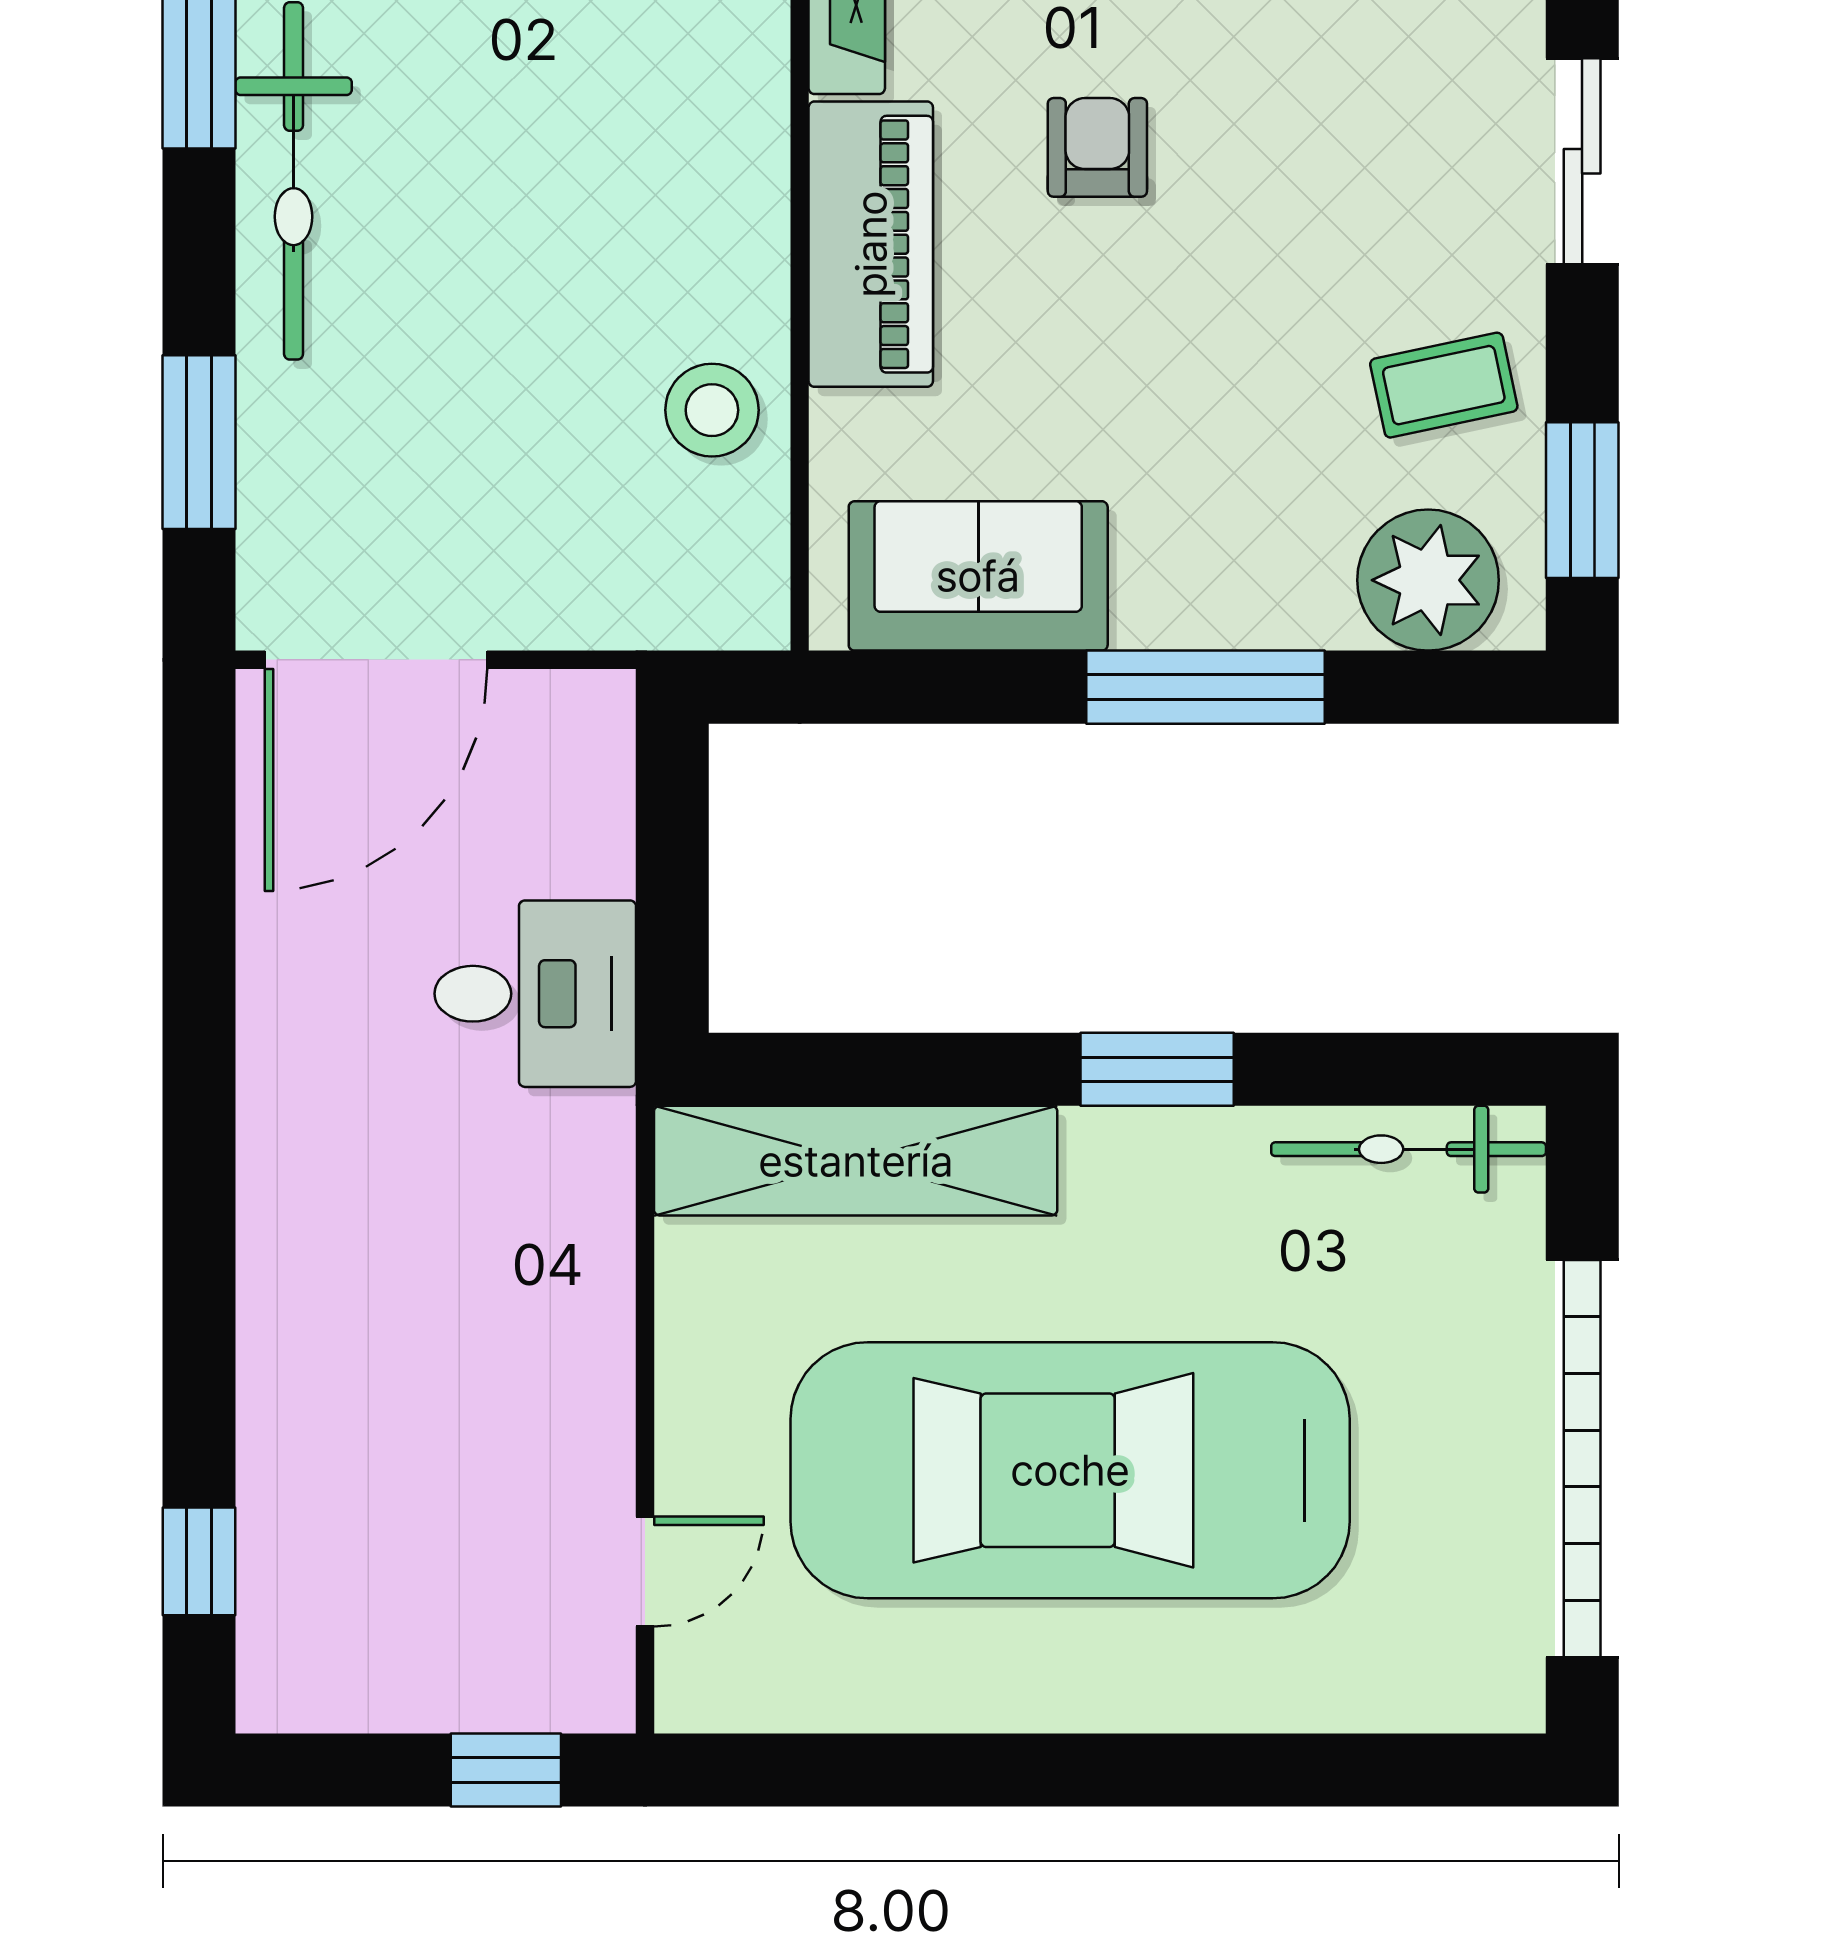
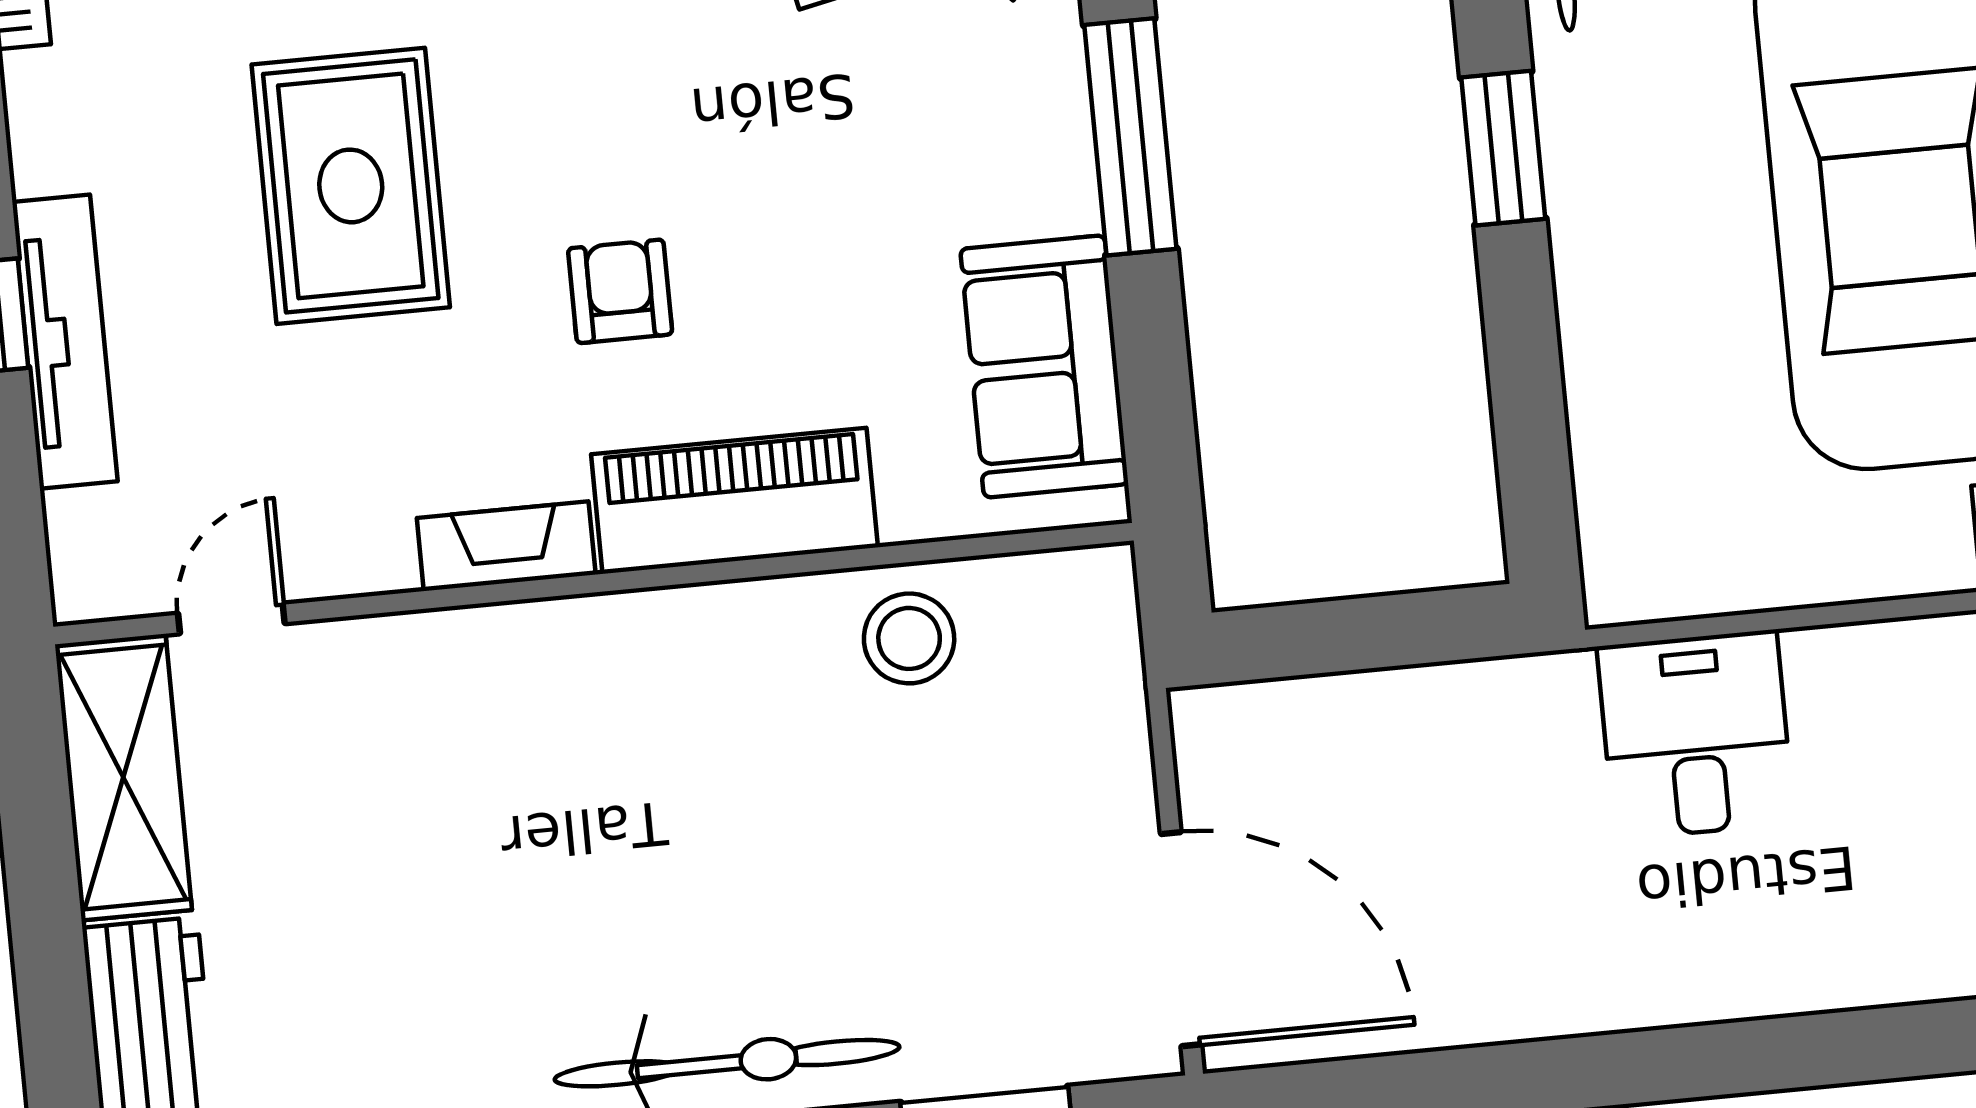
armchair: (1097, 147) -> (620, 291), turned 90
desk: (535, 994) -> (1696, 735), moved
shelving: (856, 1161) -> (1619, 430), removed

